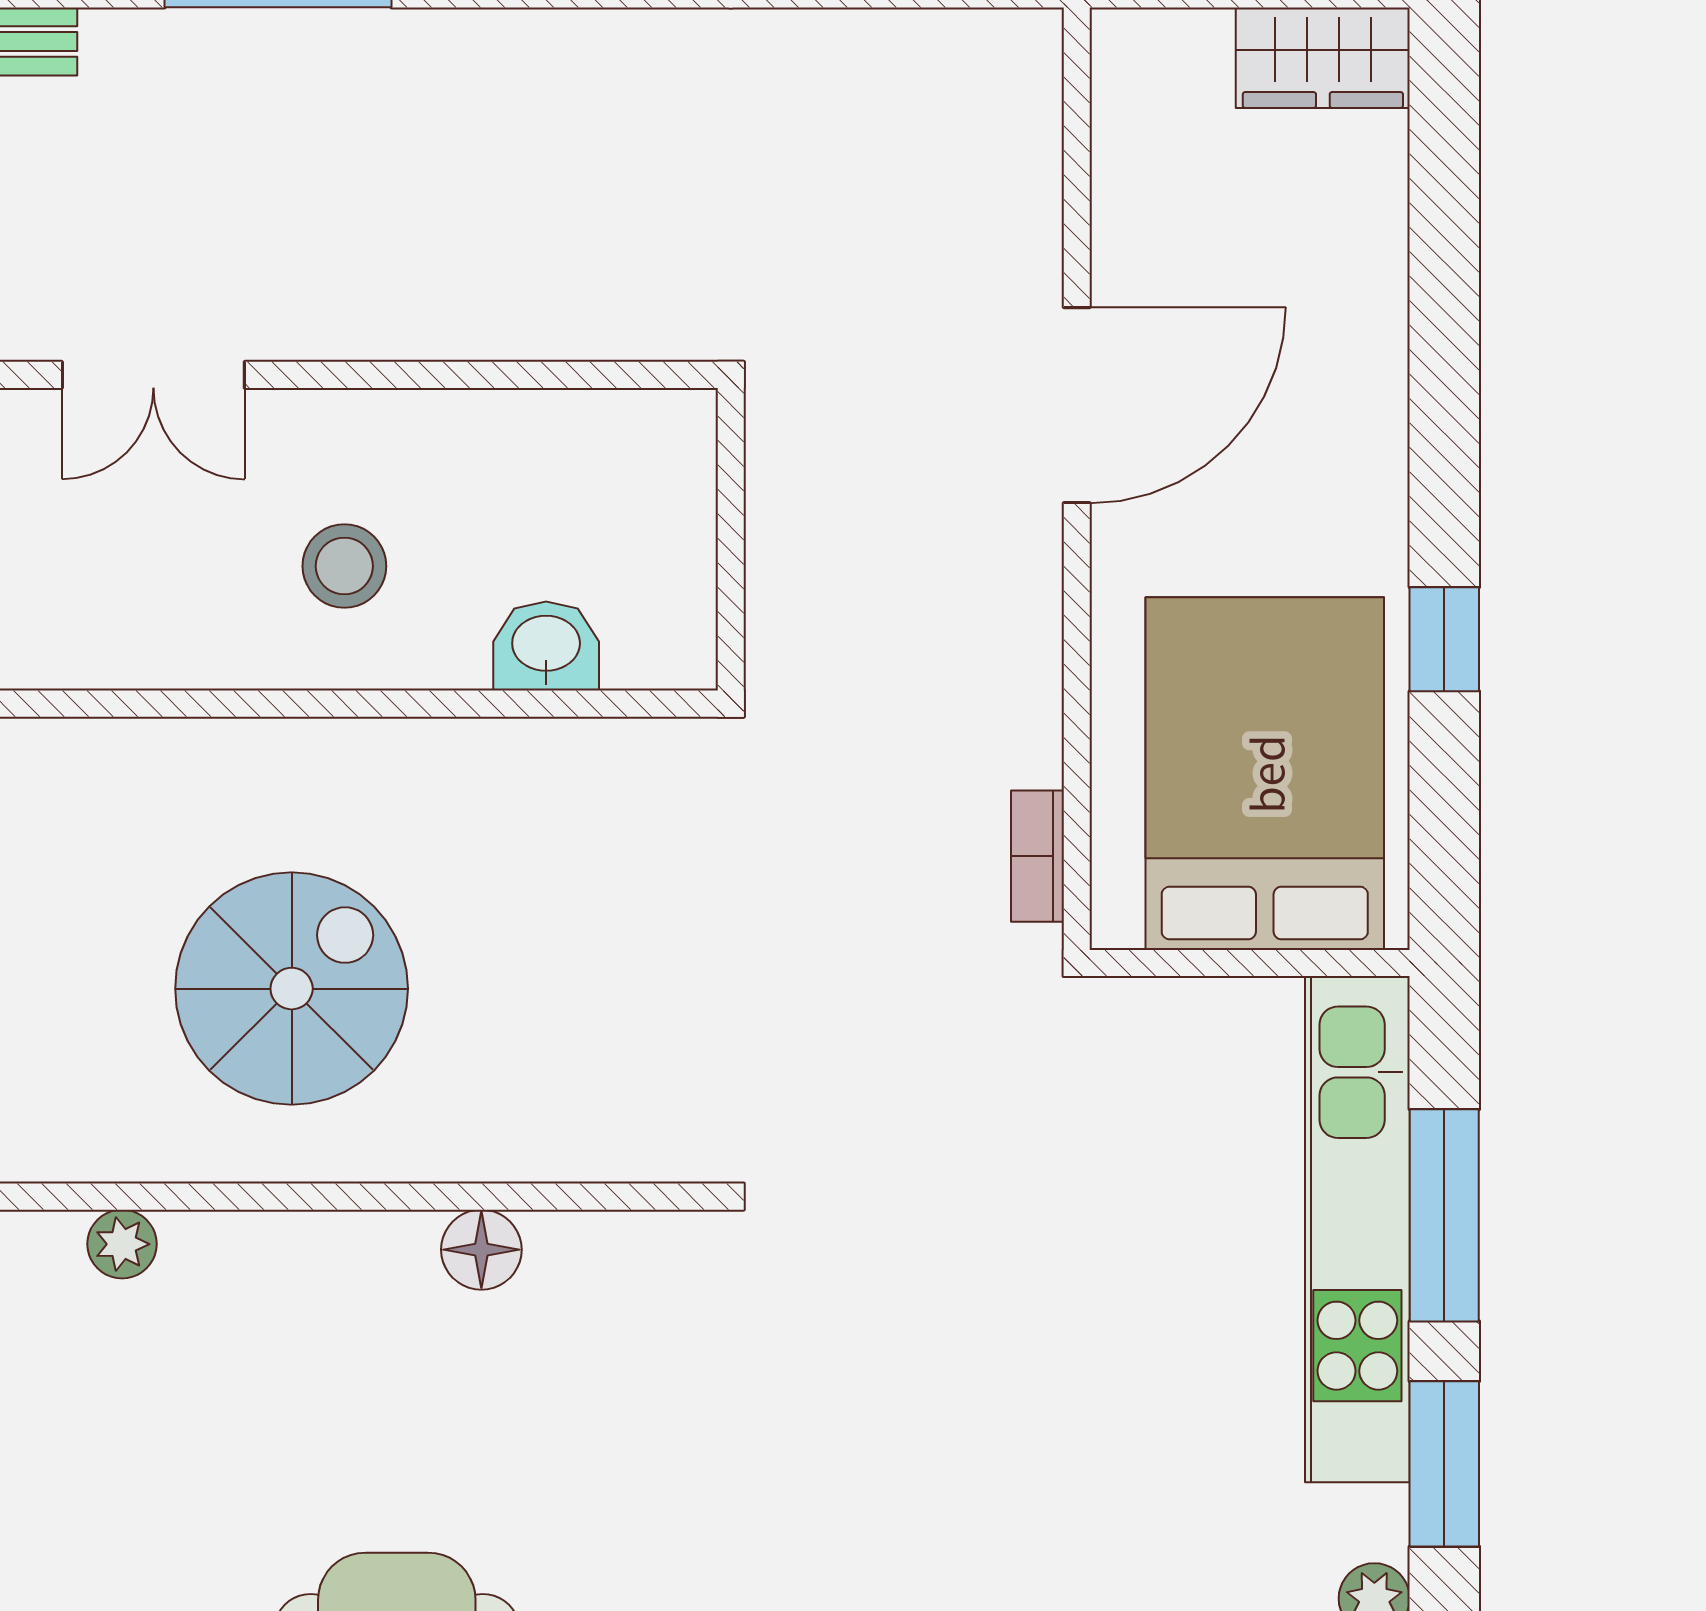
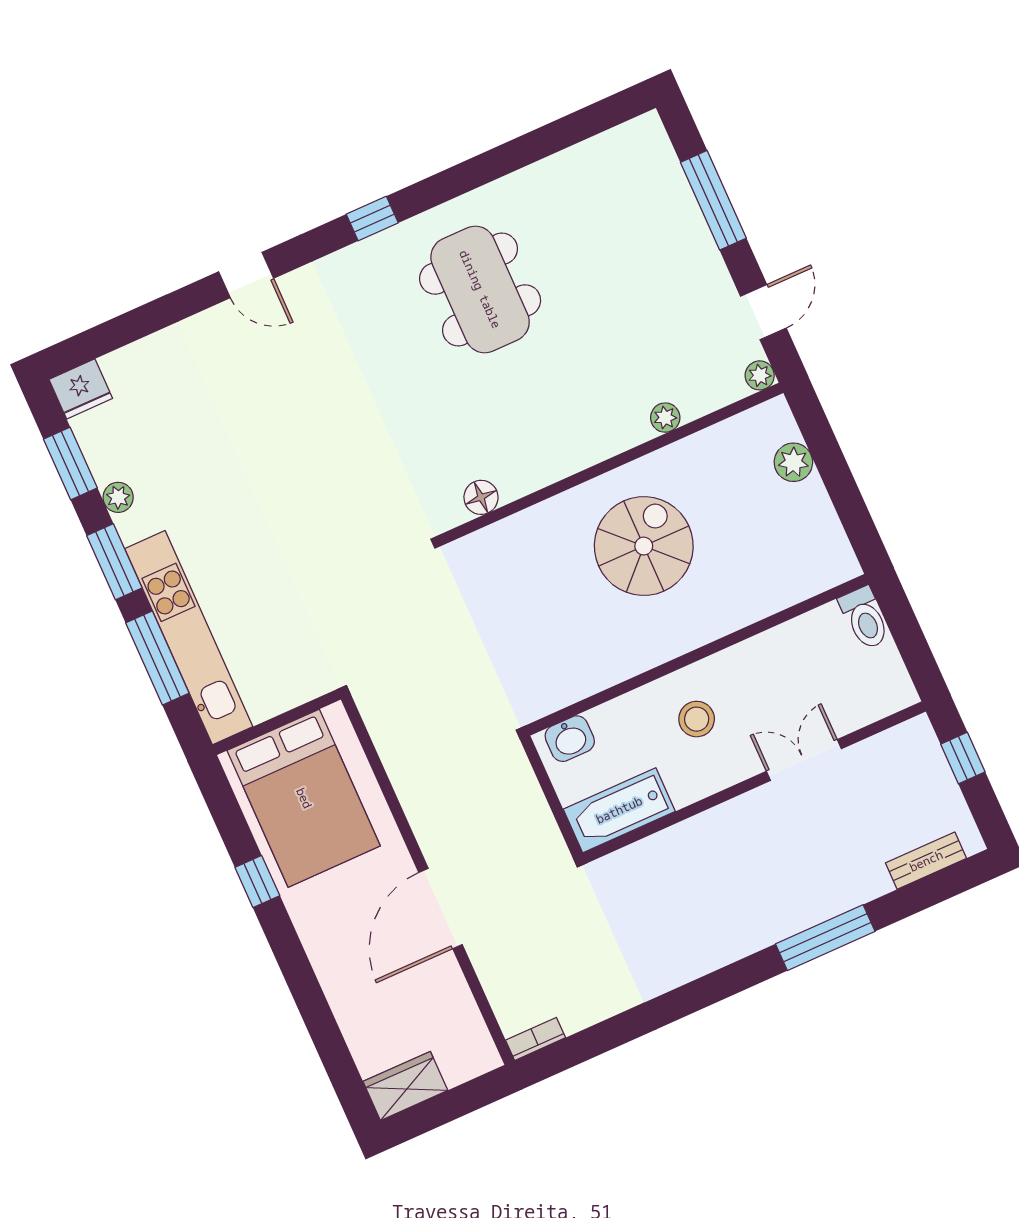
bathtub: (598, 444) -> (619, 810), added
washbasin: (546, 646) -> (570, 739), moved
bookcase: (1037, 856) -> (535, 1039), moved, turned -90
spiral stairs: (292, 989) -> (644, 546), turned 180
floor lamp: (481, 1250) -> (481, 497), moved

